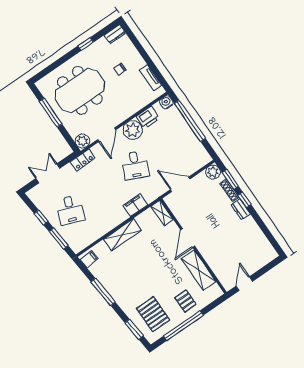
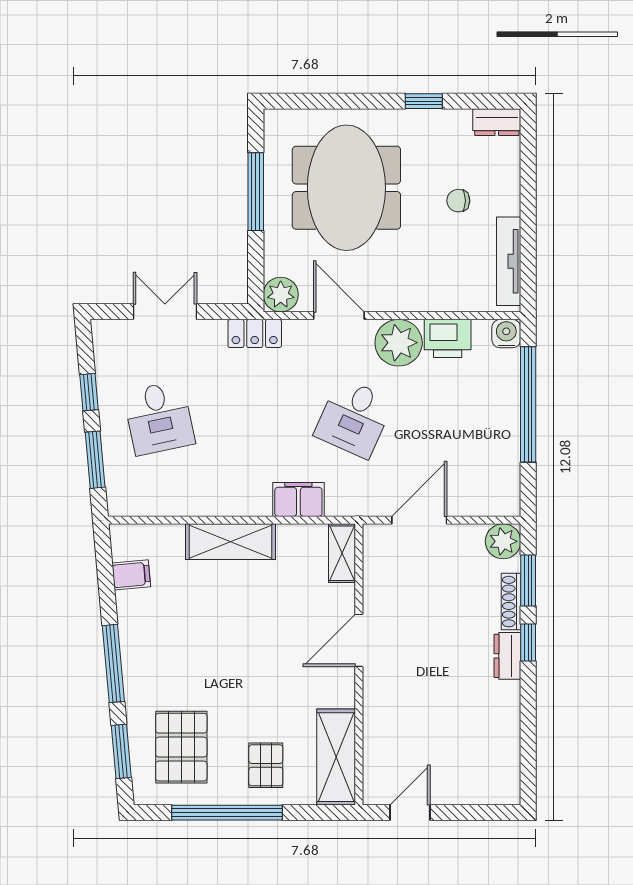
tv unit: (151, 78) -> (509, 261), width x1.41
meeting table: (80, 90) -> (346, 188), turned 90
door: (107, 135) -> (339, 316), swing flipped
door: (180, 184) -> (419, 520), hinge flipped
desk: (70, 210) -> (159, 418), turned -33
filing cabinet: (89, 259) -> (131, 575), moved
shelving: (199, 270) -> (336, 757), moved
window: (103, 292) -> (113, 663), moved

